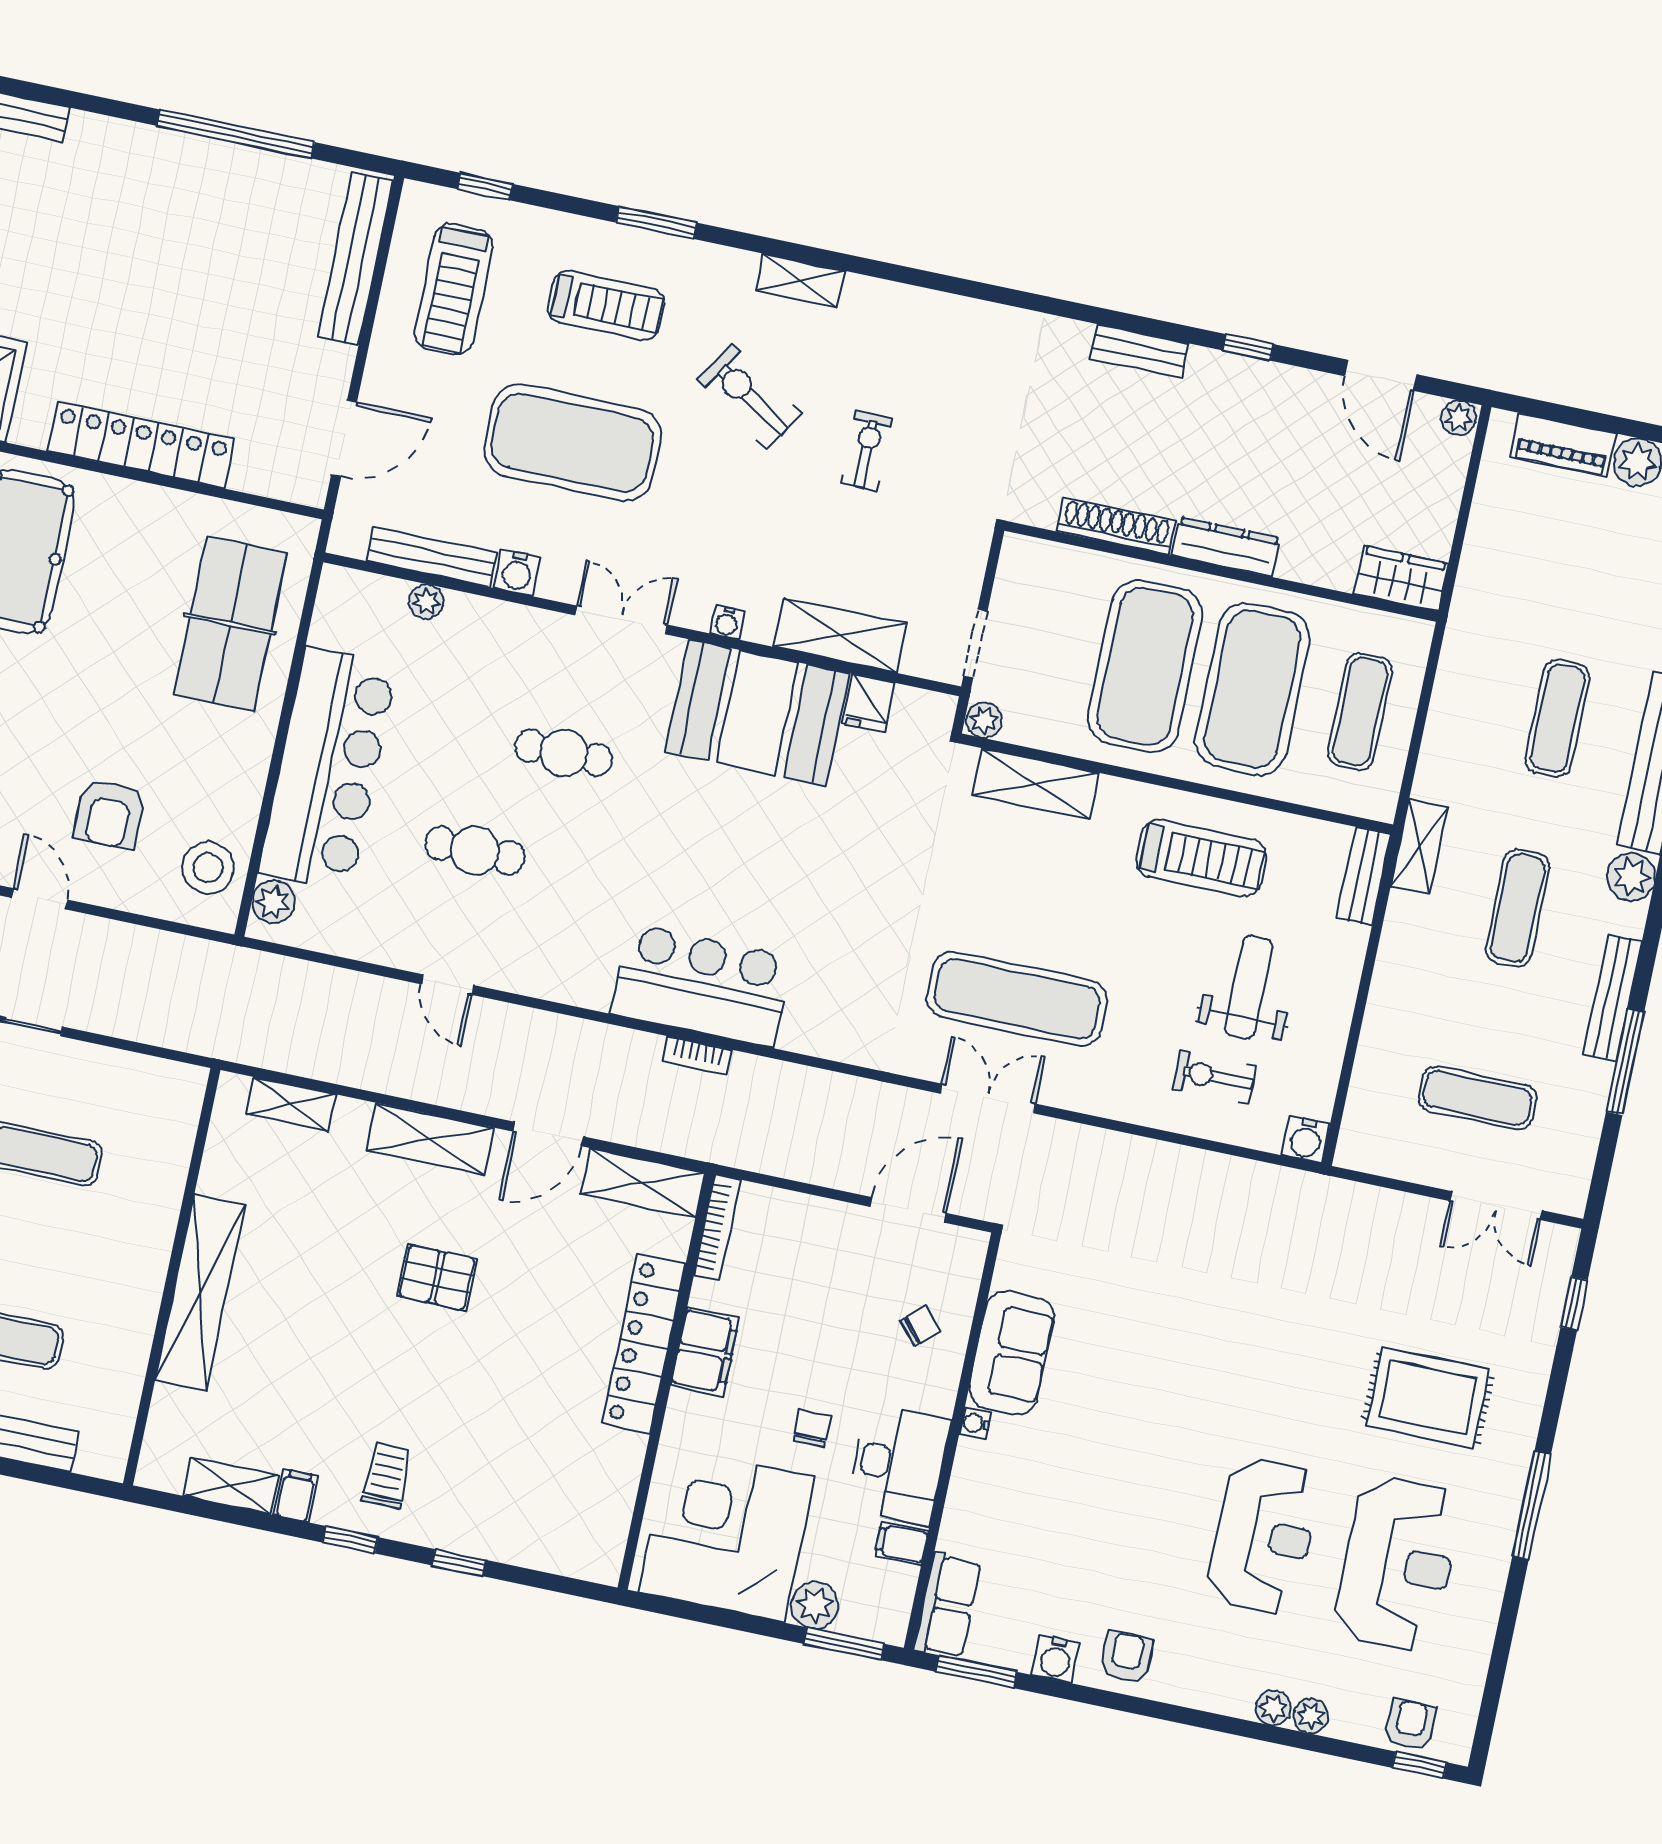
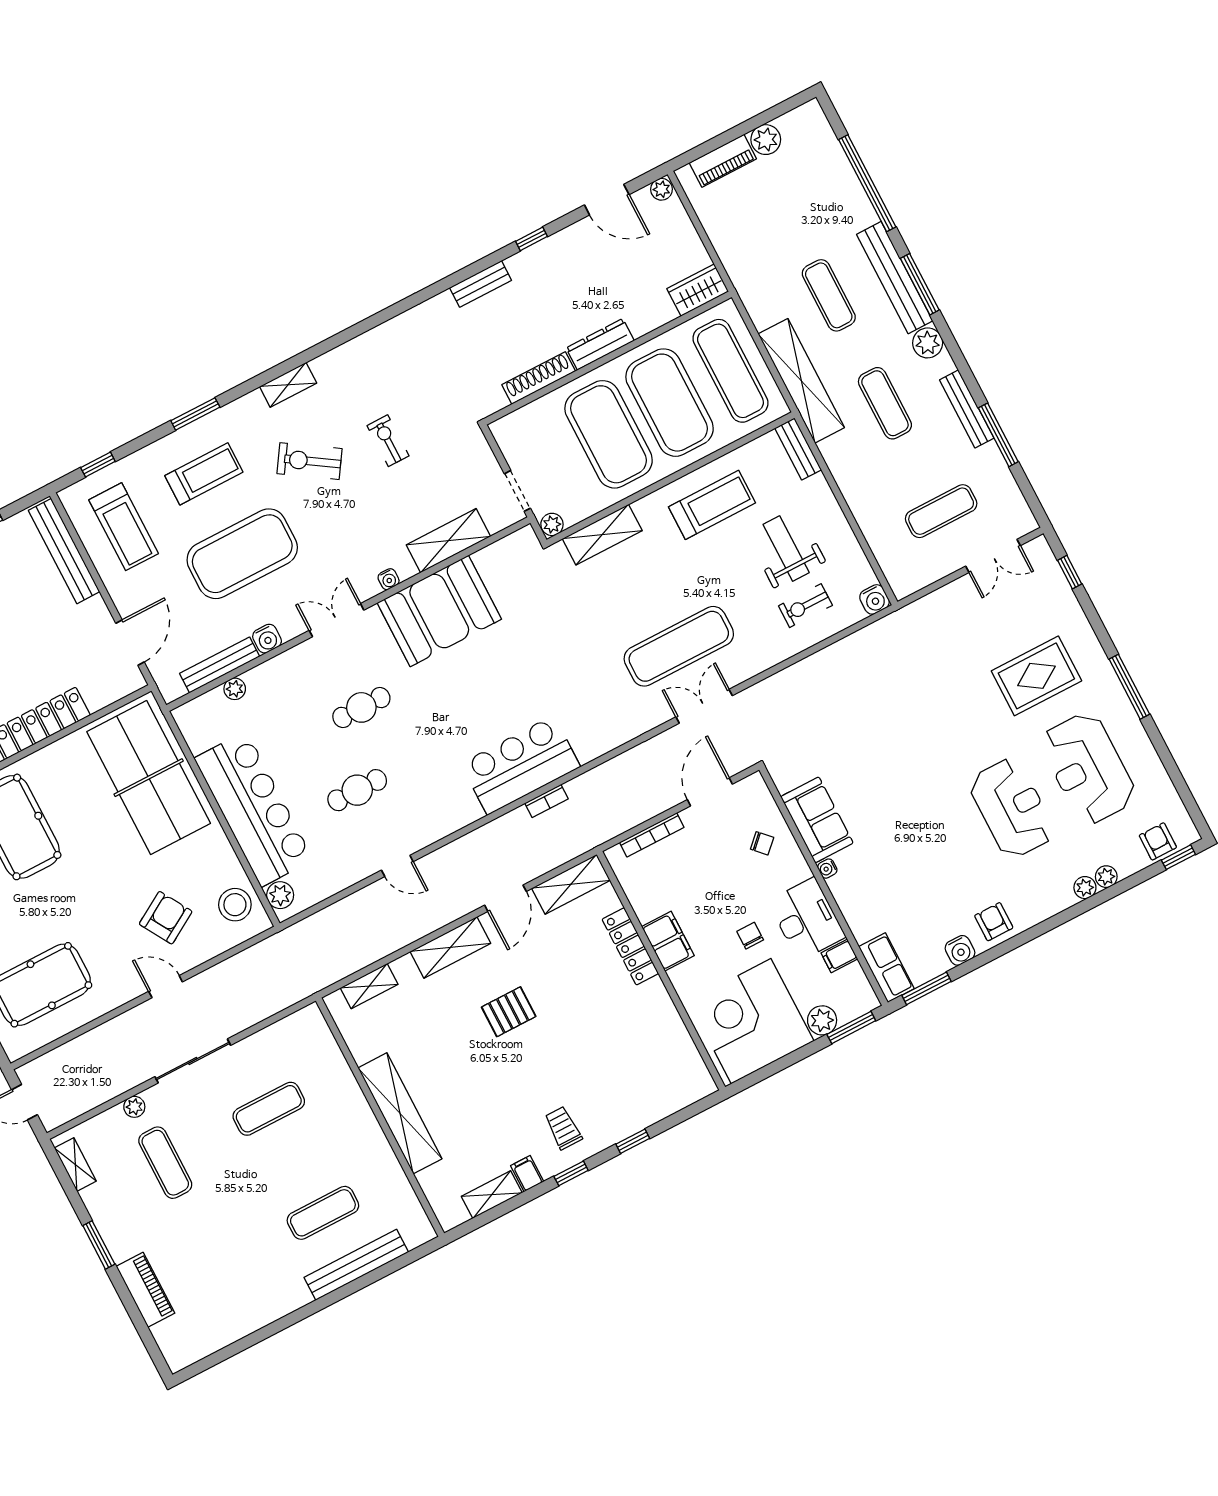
table tennis table: (230, 624) -> (149, 778), width x1.36, depth x1.32
fridge: (869, 703) -> (489, 562), removed
exercise mat: (1360, 712) -> (730, 371), width x1.36, depth x1.45
armchair: (109, 814) -> (166, 918), turned -121
shelving: (1419, 847) -> (801, 381), width x2.20, depth x1.33
bookcase: (717, 1227) -> (652, 835), moved, turned 90
chair: (920, 1326) -> (762, 843), turned 87
locker: (644, 1344) -> (630, 946), width x0.71, depth x0.83
reception desk: (1398, 1564) -> (1088, 768), turned 180

